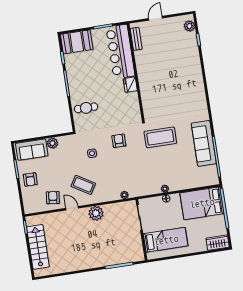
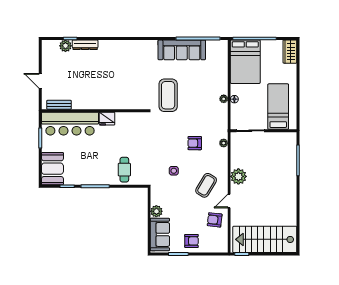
plant: (189, 26) -> (65, 46), moved
dresser: (195, 54) -> (85, 45), added
armchair: (119, 141) -> (195, 143), moved
stairs: (38, 247) -> (265, 239), width x1.36, depth x1.51

